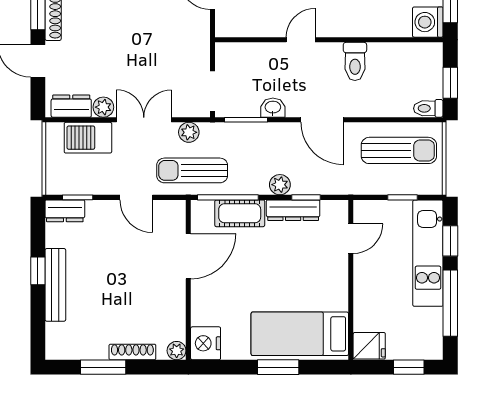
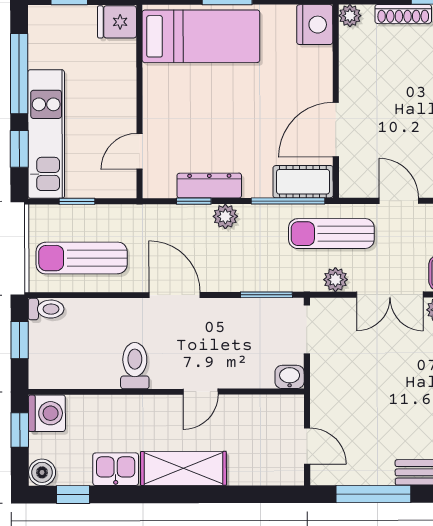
washbasin: (273, 108) -> (290, 377), moved, turned 180
sun lounger: (192, 170) -> (331, 234), turned 180
cot: (240, 213) -> (303, 182), moved

